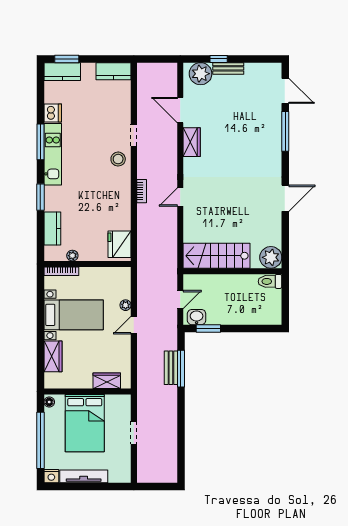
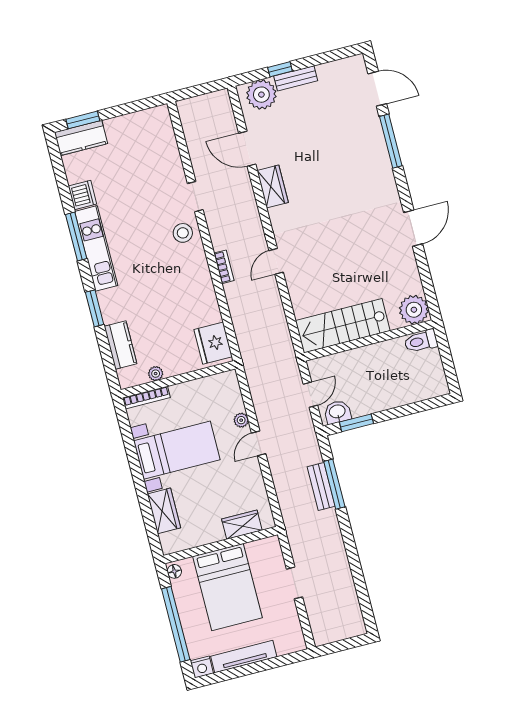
kitchen counter: (114, 71) -> (148, 120), removed

